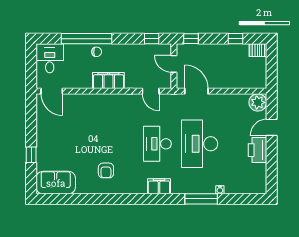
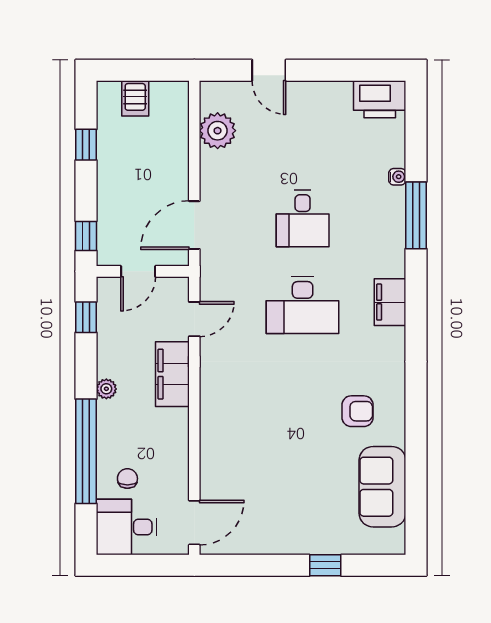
plant: (117, 48) -> (106, 389), added
server rack: (258, 50) -> (135, 98), moved
chair: (97, 52) -> (127, 479), moved
filing cabinet: (108, 80) -> (172, 374), moved
plant: (258, 102) -> (218, 131), moved
desk: (200, 144) -> (303, 219), width x0.53, depth x0.77
printer: (258, 150) -> (380, 99), moved
sofa: (56, 183) -> (382, 487), moved

